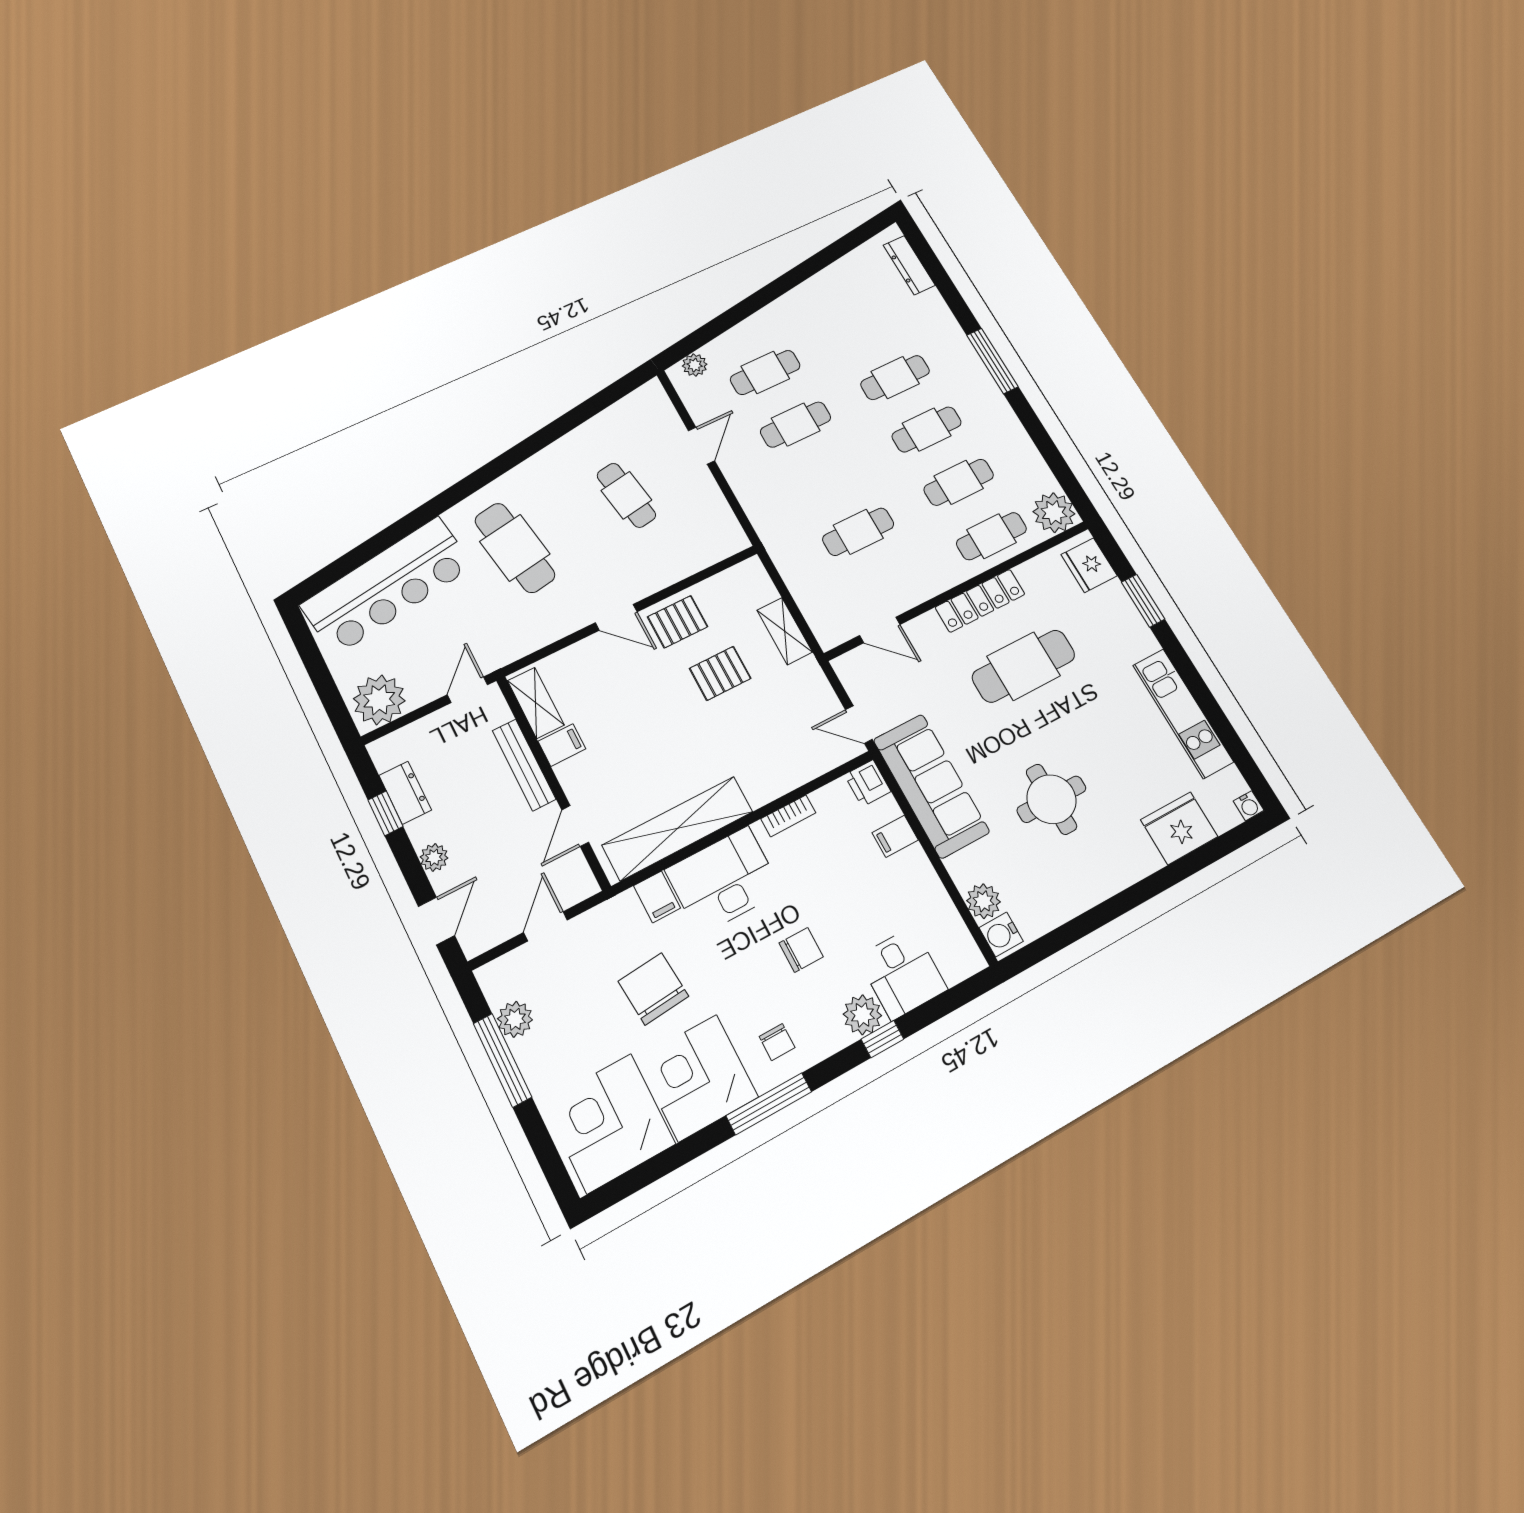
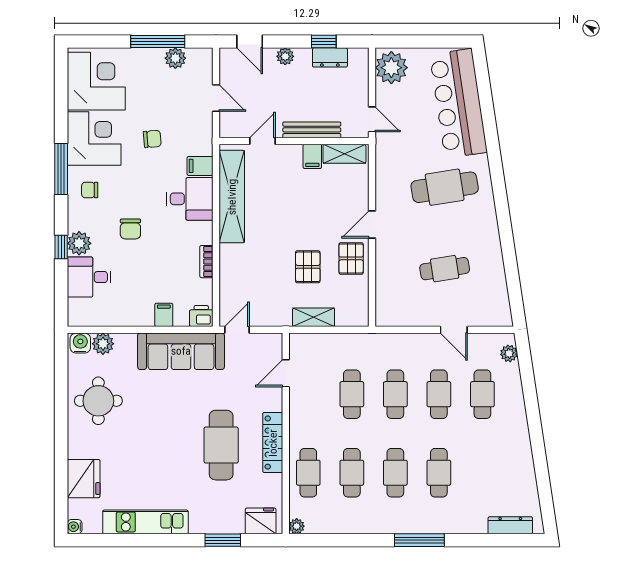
cafe table: (827, 478) -> (395, 394), added
plant: (1054, 513) -> (297, 526), width x0.53, depth x0.53
round table: (1051, 799) -> (98, 401), moved
door: (575, 826) -> (263, 141), hinge flipped
desk: (724, 881) -> (190, 199), width x0.73
chair: (653, 989) -> (152, 139), width x0.54, depth x0.54

